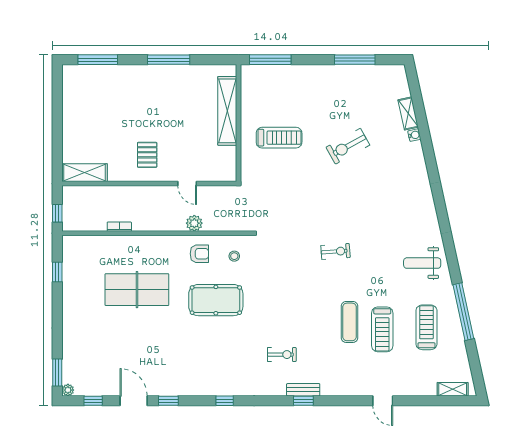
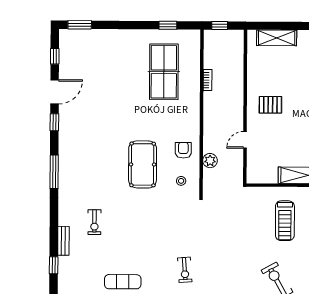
shelving: (84, 173) -> (277, 38), moved, turned 90
plant: (194, 223) -> (210, 161), moved
armchair: (199, 254) -> (183, 150), turned 180
table tennis table: (137, 290) -> (164, 72), moved
plant: (68, 390) -> (64, 34), removed
window: (225, 401) -> (54, 172), width x2.17
window: (303, 401) -> (54, 265), moved

